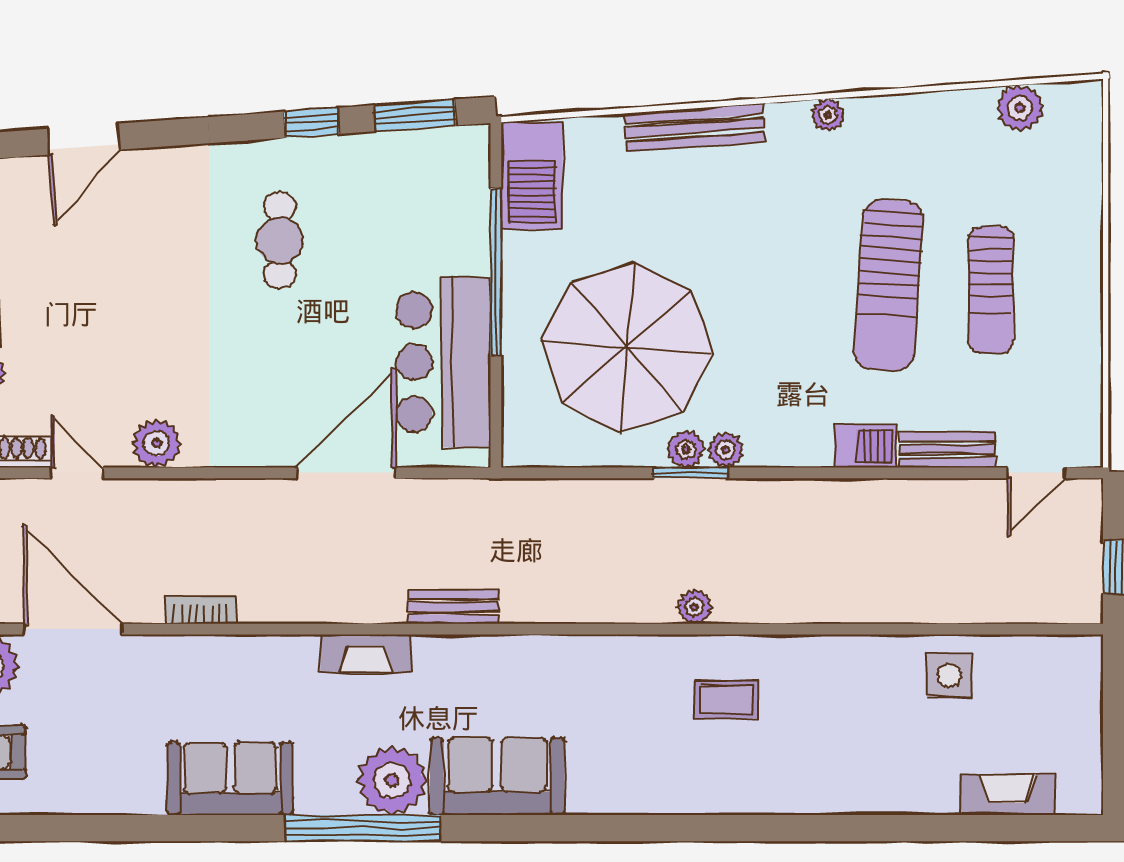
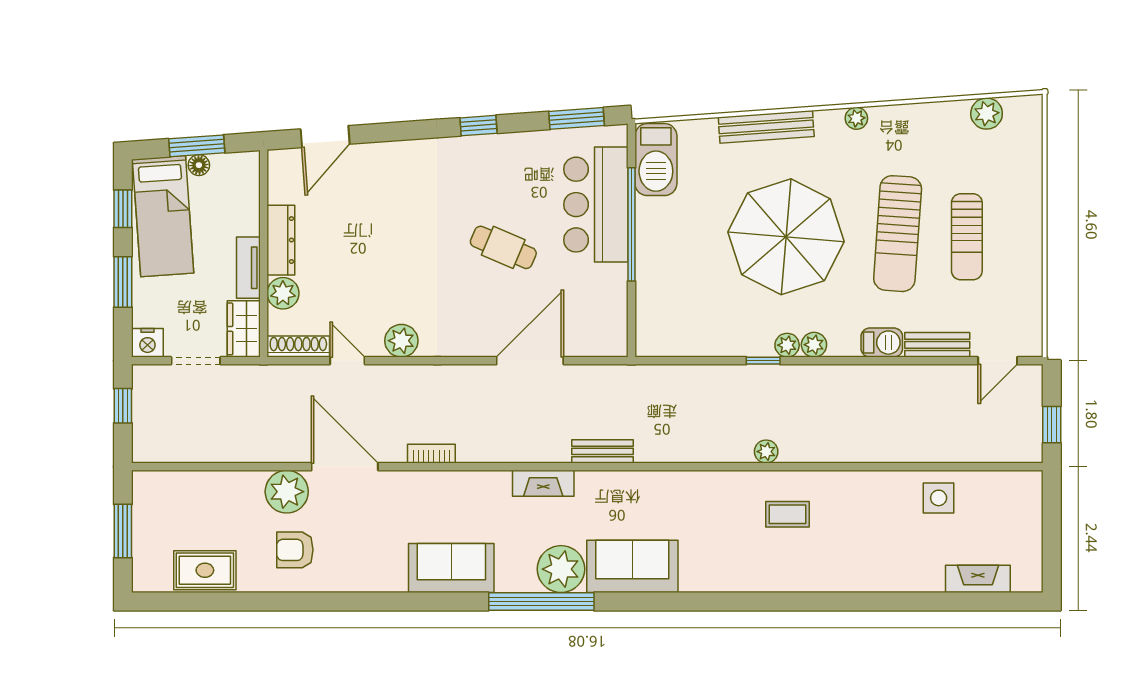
window: (312, 123) -> (479, 126), moved
door: (83, 139) -> (325, 137), moved
cafe table: (280, 240) -> (503, 247), moved, turned -67
parasol: (627, 347) -> (786, 237), moved
bar counter: (443, 362) -> (596, 205), moved
plant: (686, 449) -> (814, 345), moved
window: (690, 473) -> (763, 361), width x0.67

